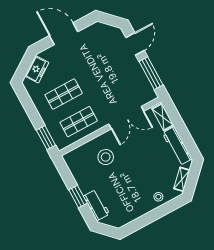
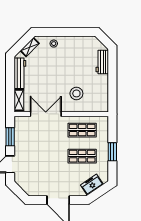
window: (151, 73) -> (10, 137), width x0.69
window: (46, 138) -> (112, 152), moved
window: (78, 197) -> (112, 76), removed

